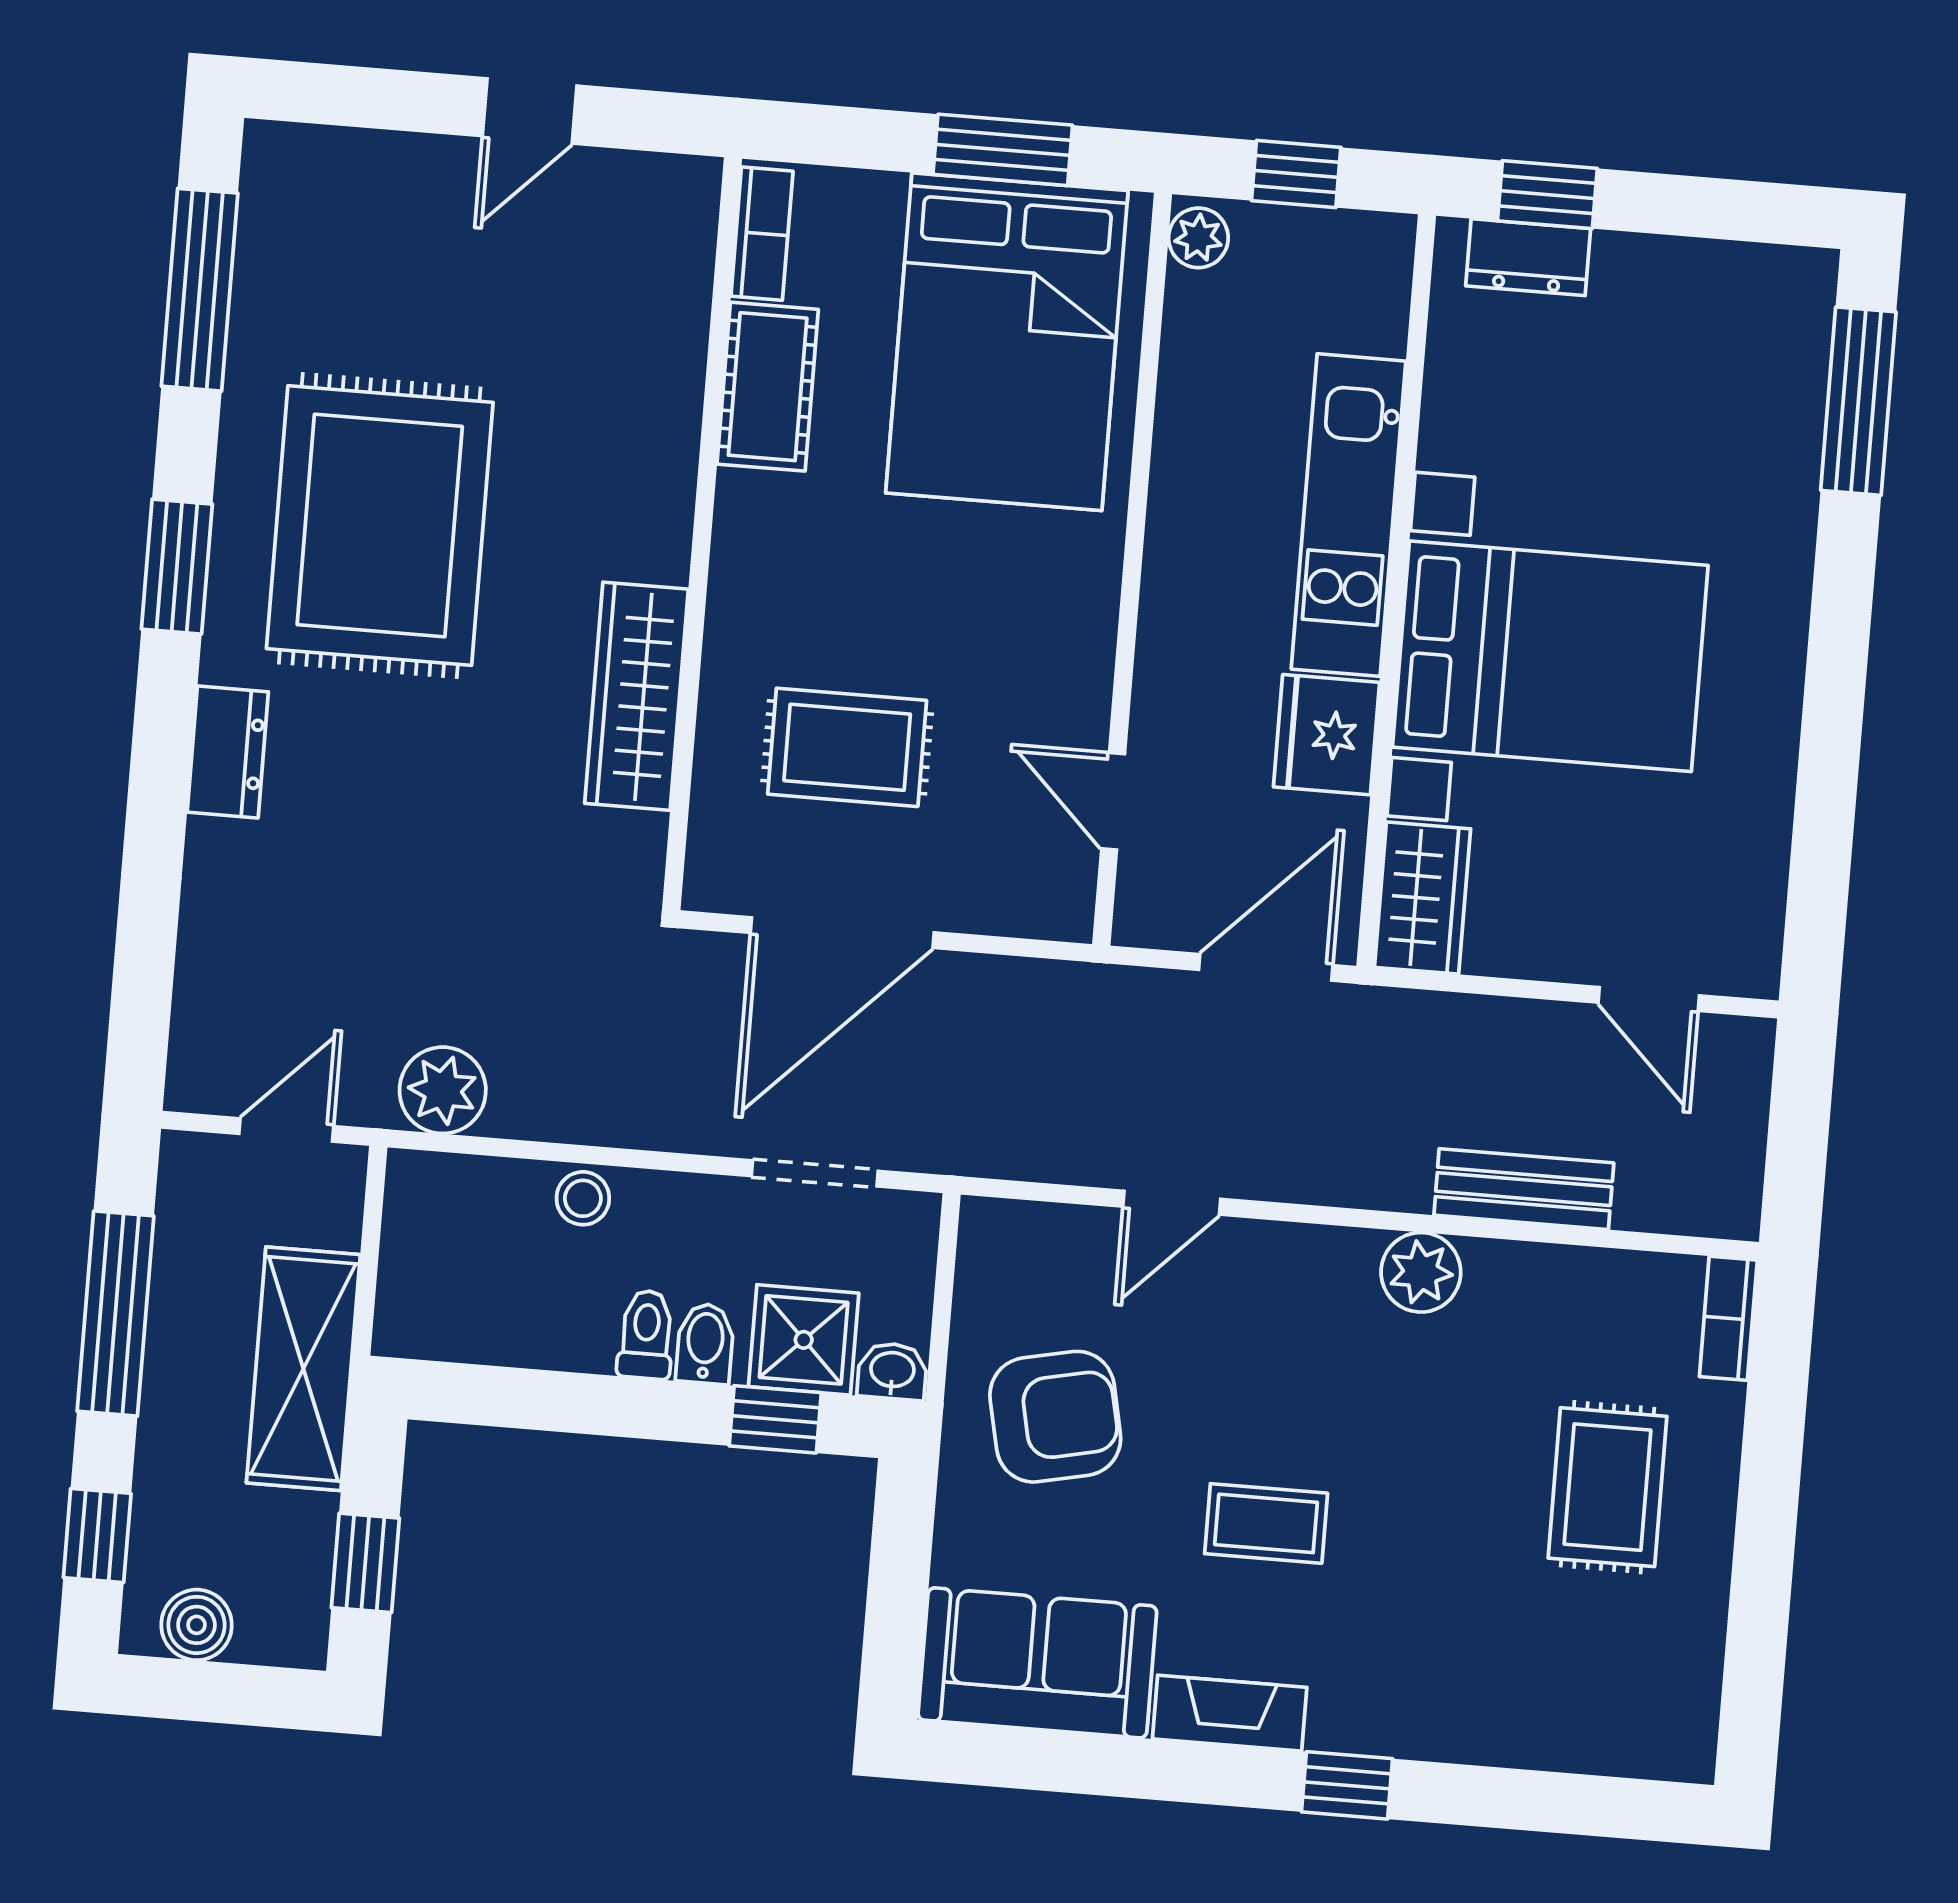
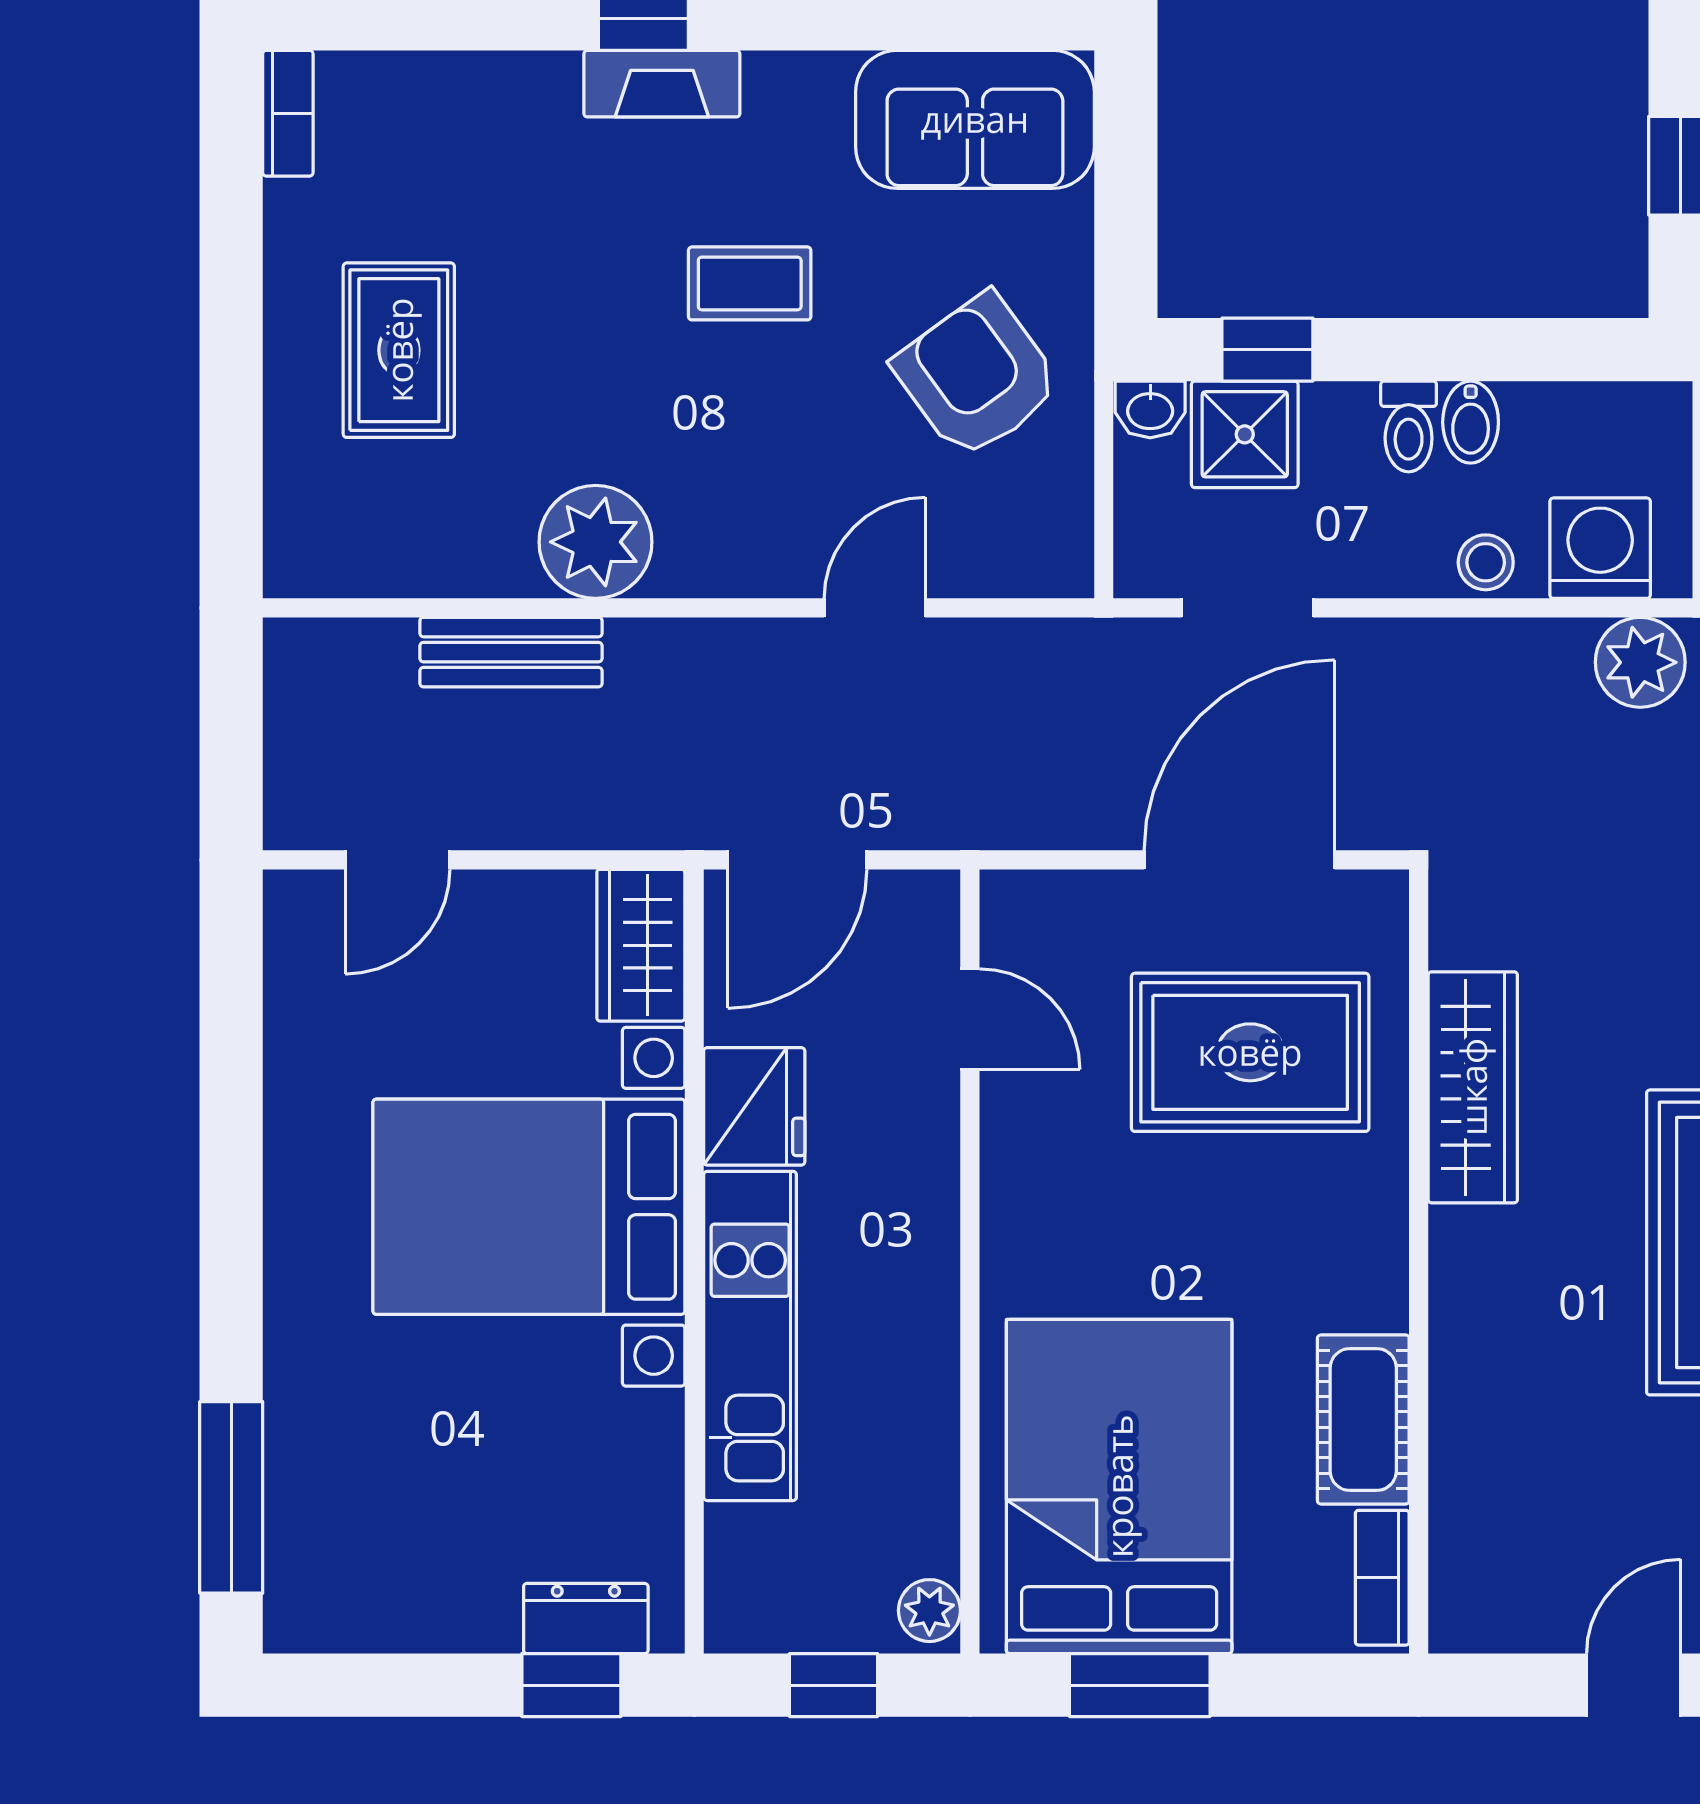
rug: (847, 747) -> (1250, 1052), width x1.36, depth x1.43
door: (1649, 999) -> (398, 860), swing flipped
washing machine: (472, 1203) -> (1600, 548), added
plant: (1421, 1272) -> (596, 542), width x1.36, depth x1.36
bookcase: (1728, 1318) -> (288, 113), moved
bidet: (705, 1344) -> (1471, 422), moved
armchair: (1055, 1417) -> (977, 376), turned 66
fireplace: (1230, 1713) -> (662, 84), moved

